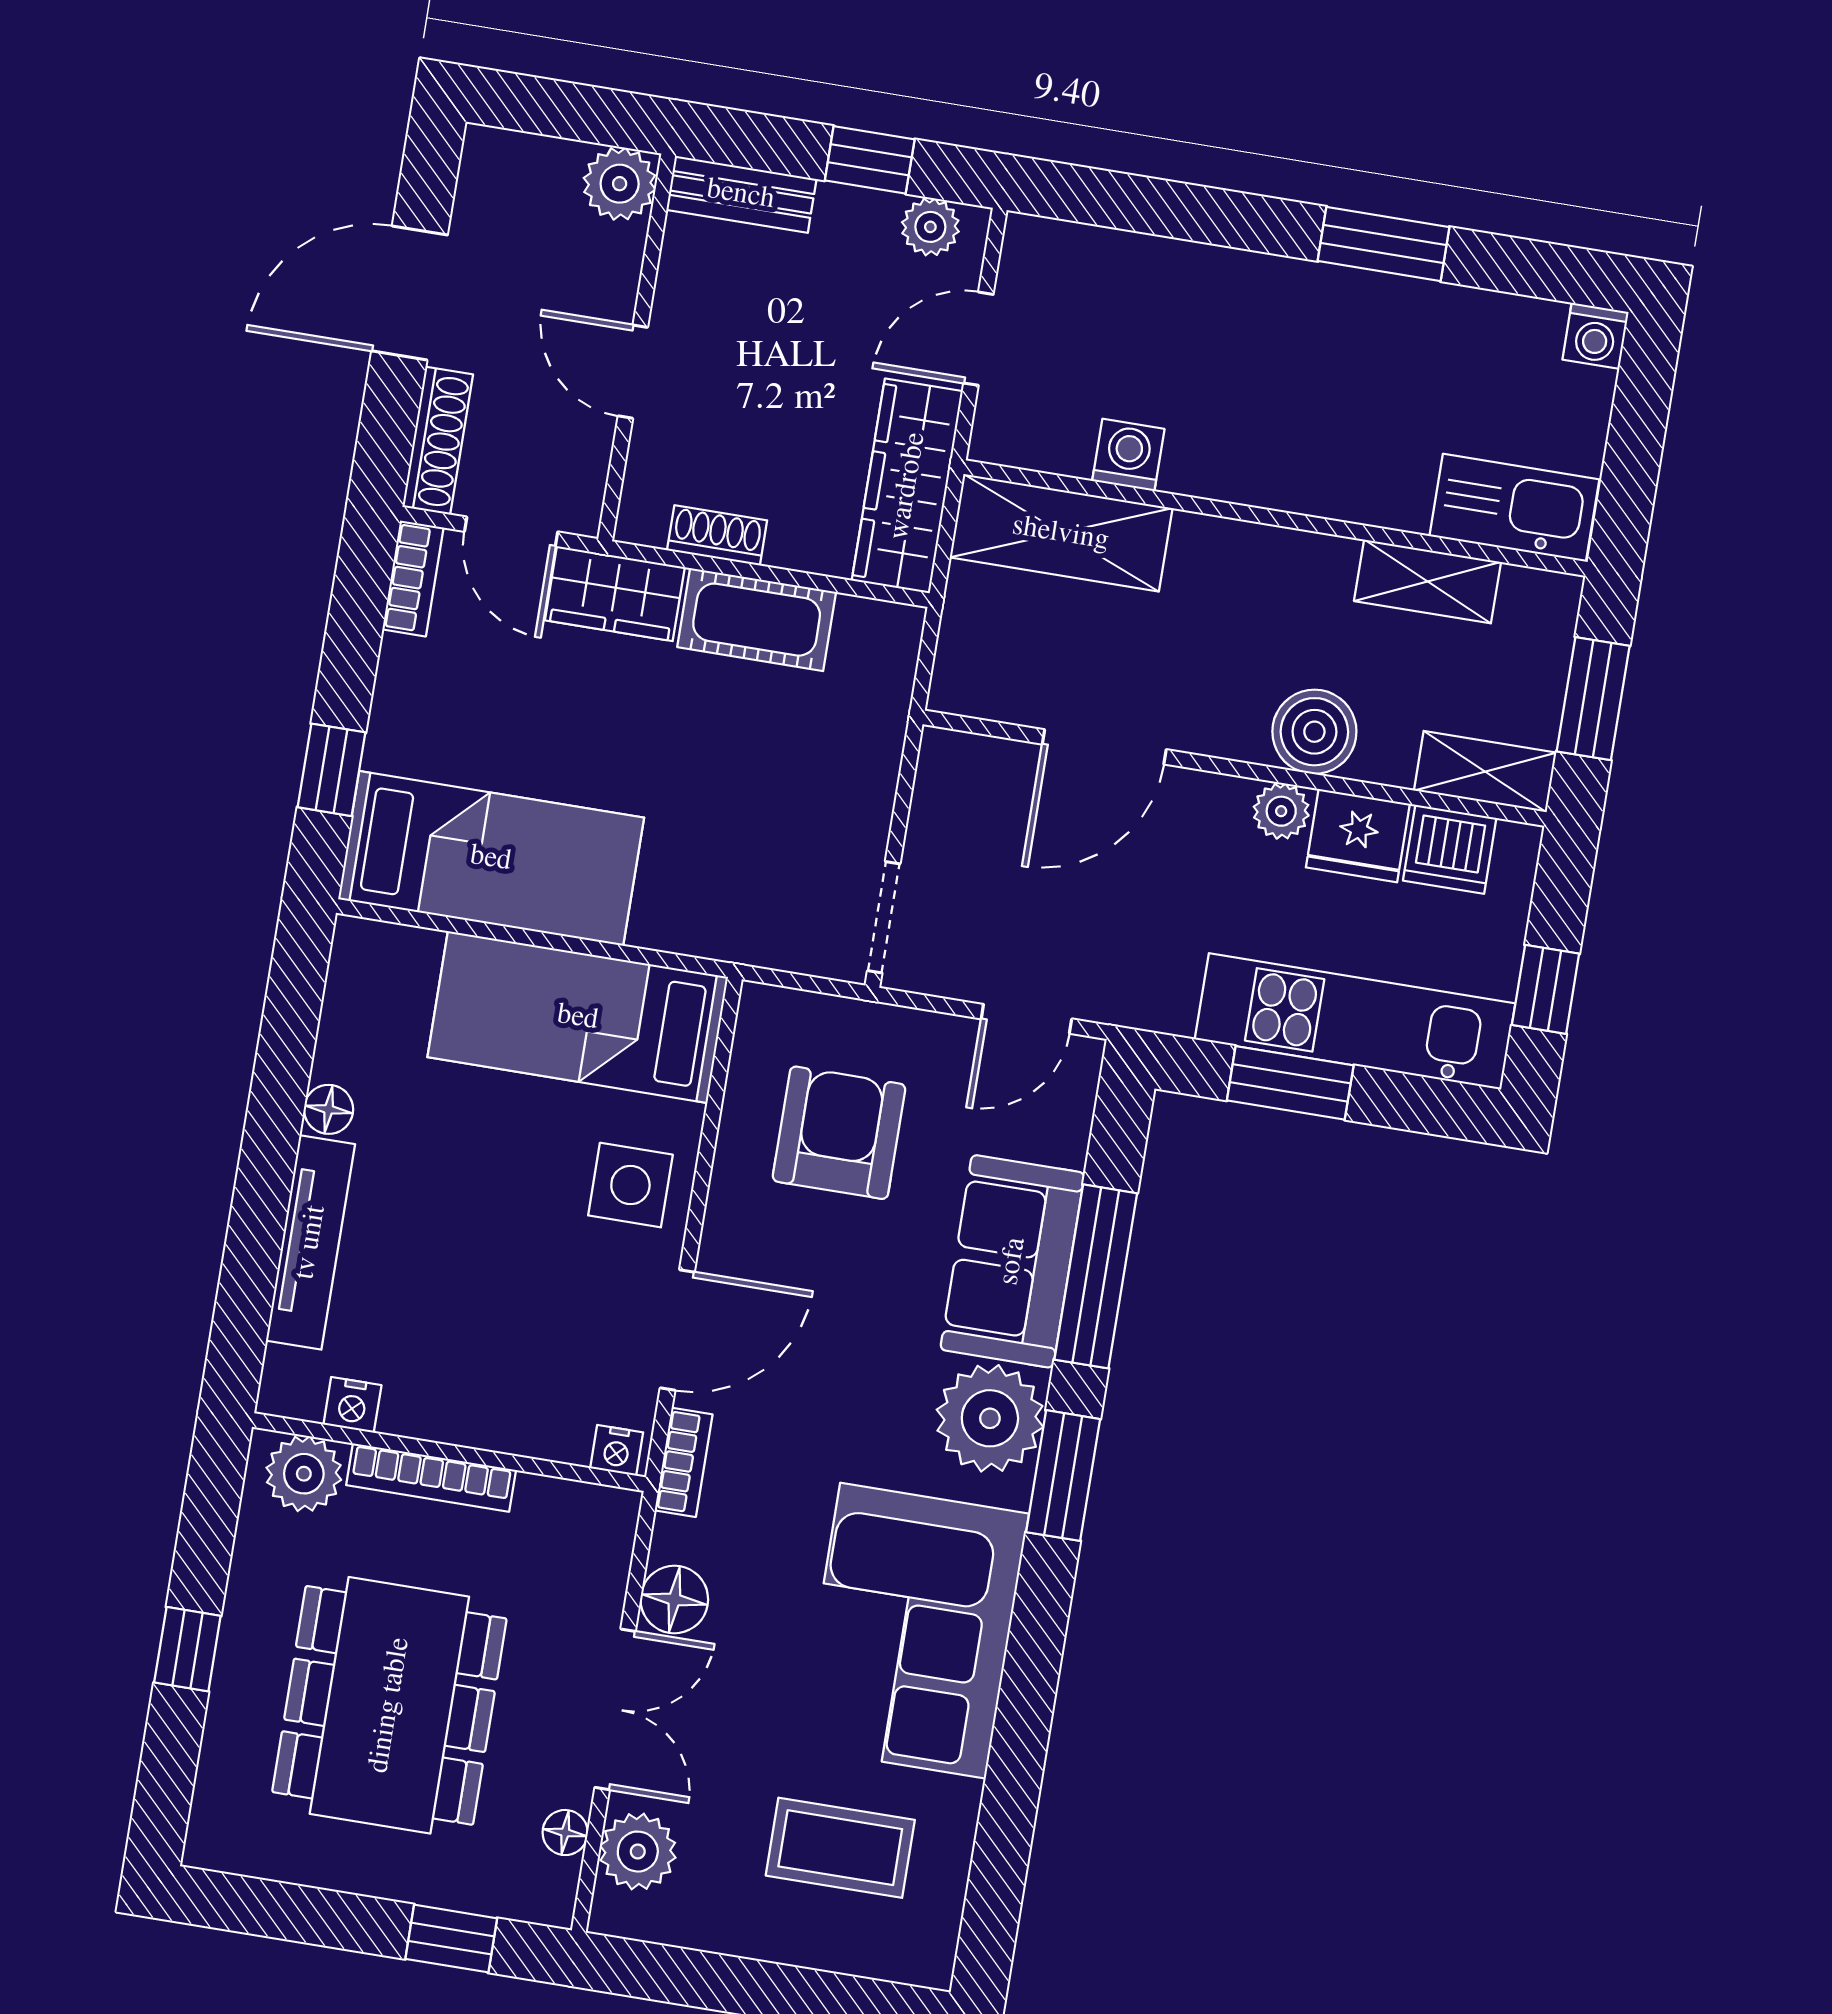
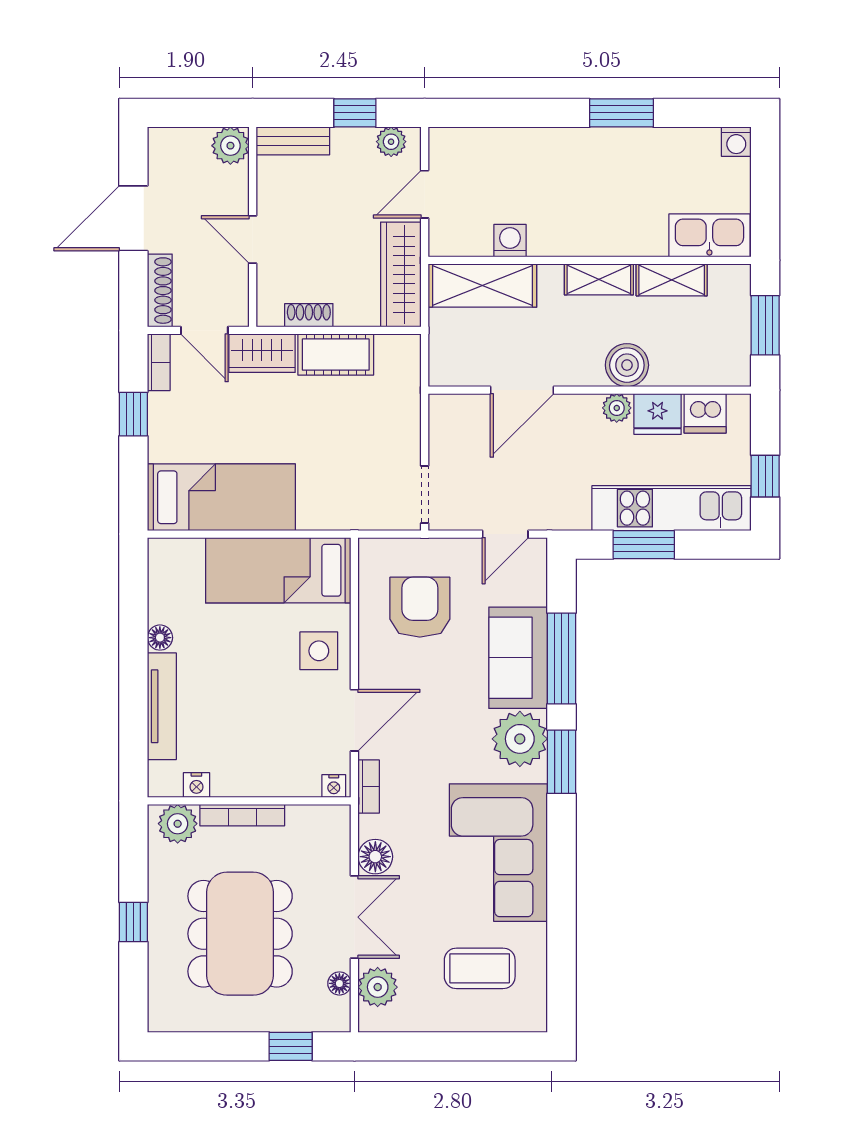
window: (331, 770) -> (133, 414), moved
shelving: (1485, 772) -> (599, 279), moved

